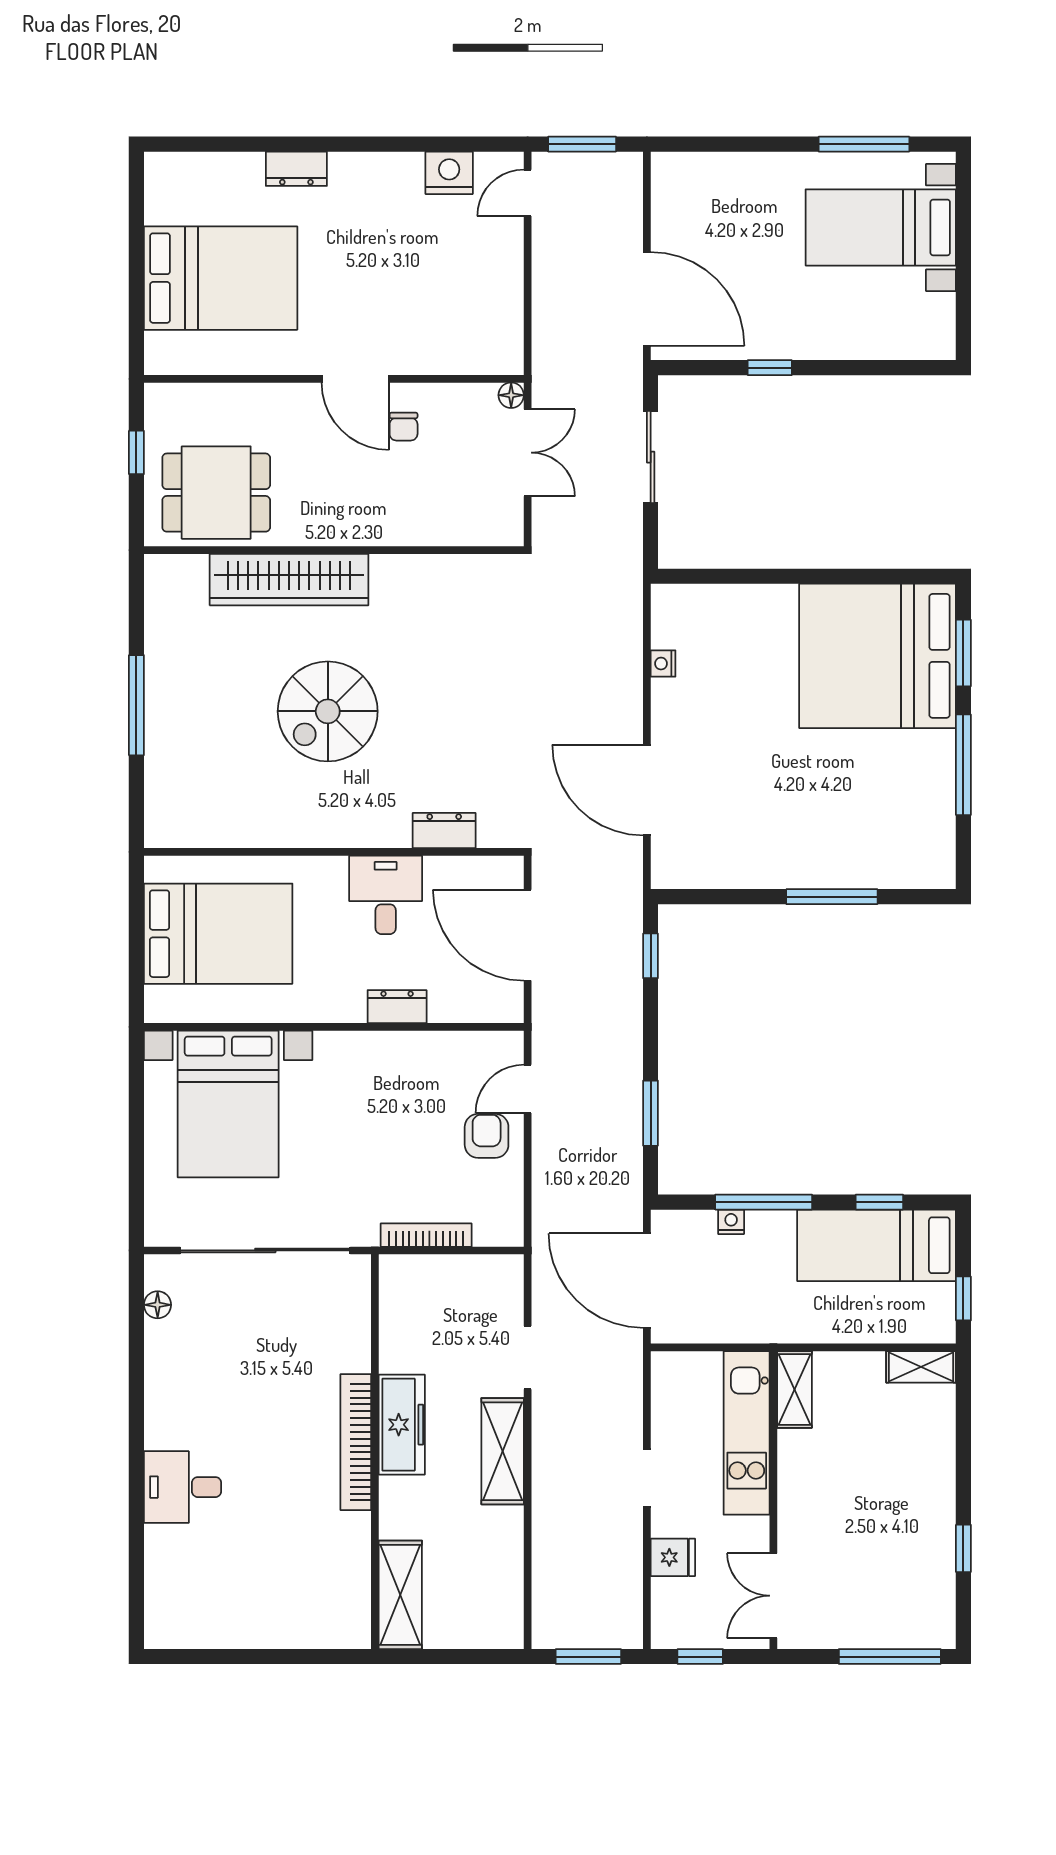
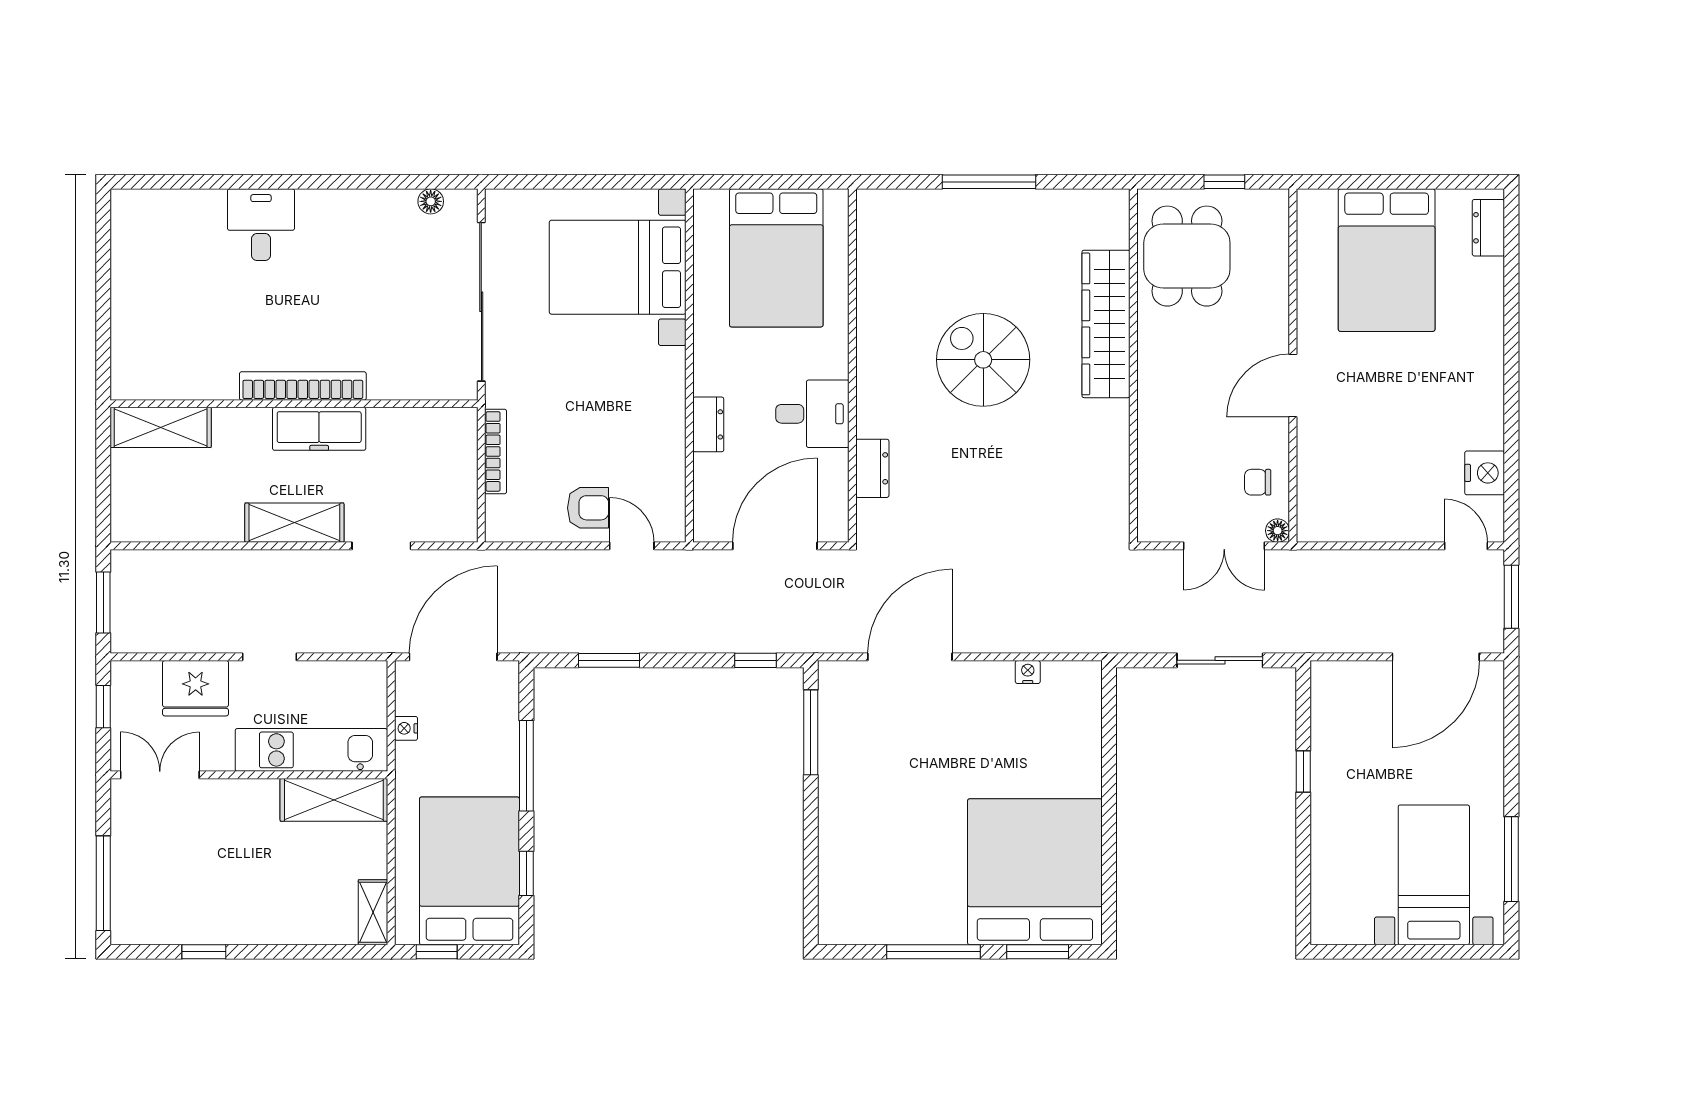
dresser: (296, 169) -> (1488, 228), moved
door: (647, 299) -> (1436, 657), moved
chair: (404, 427) -> (1258, 482), moved
window: (832, 897) -> (811, 732), moved
nightstand: (731, 1222) -> (406, 728), moved, turned 180
bed: (877, 1245) -> (469, 871), width x1.50
shelving: (794, 1390) -> (334, 800), width x1.50, depth x1.33
fridge: (673, 1557) -> (196, 688), width x1.88, depth x1.34

